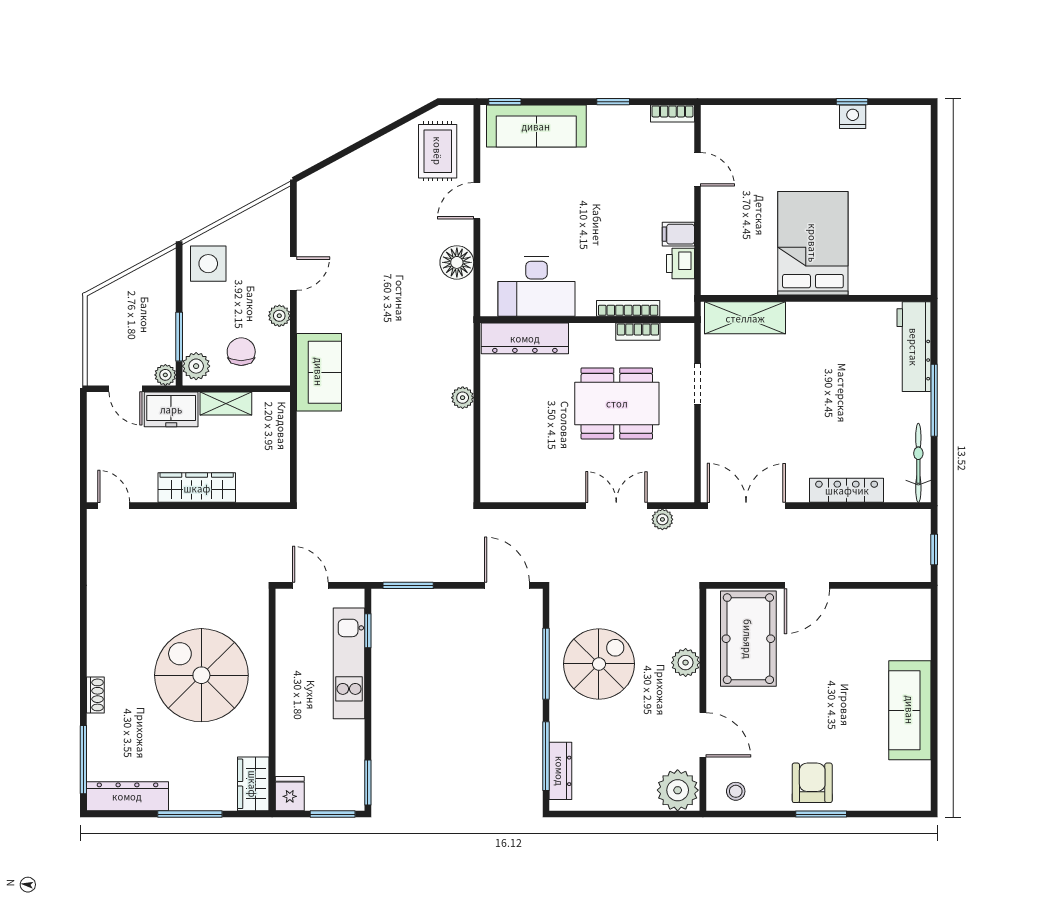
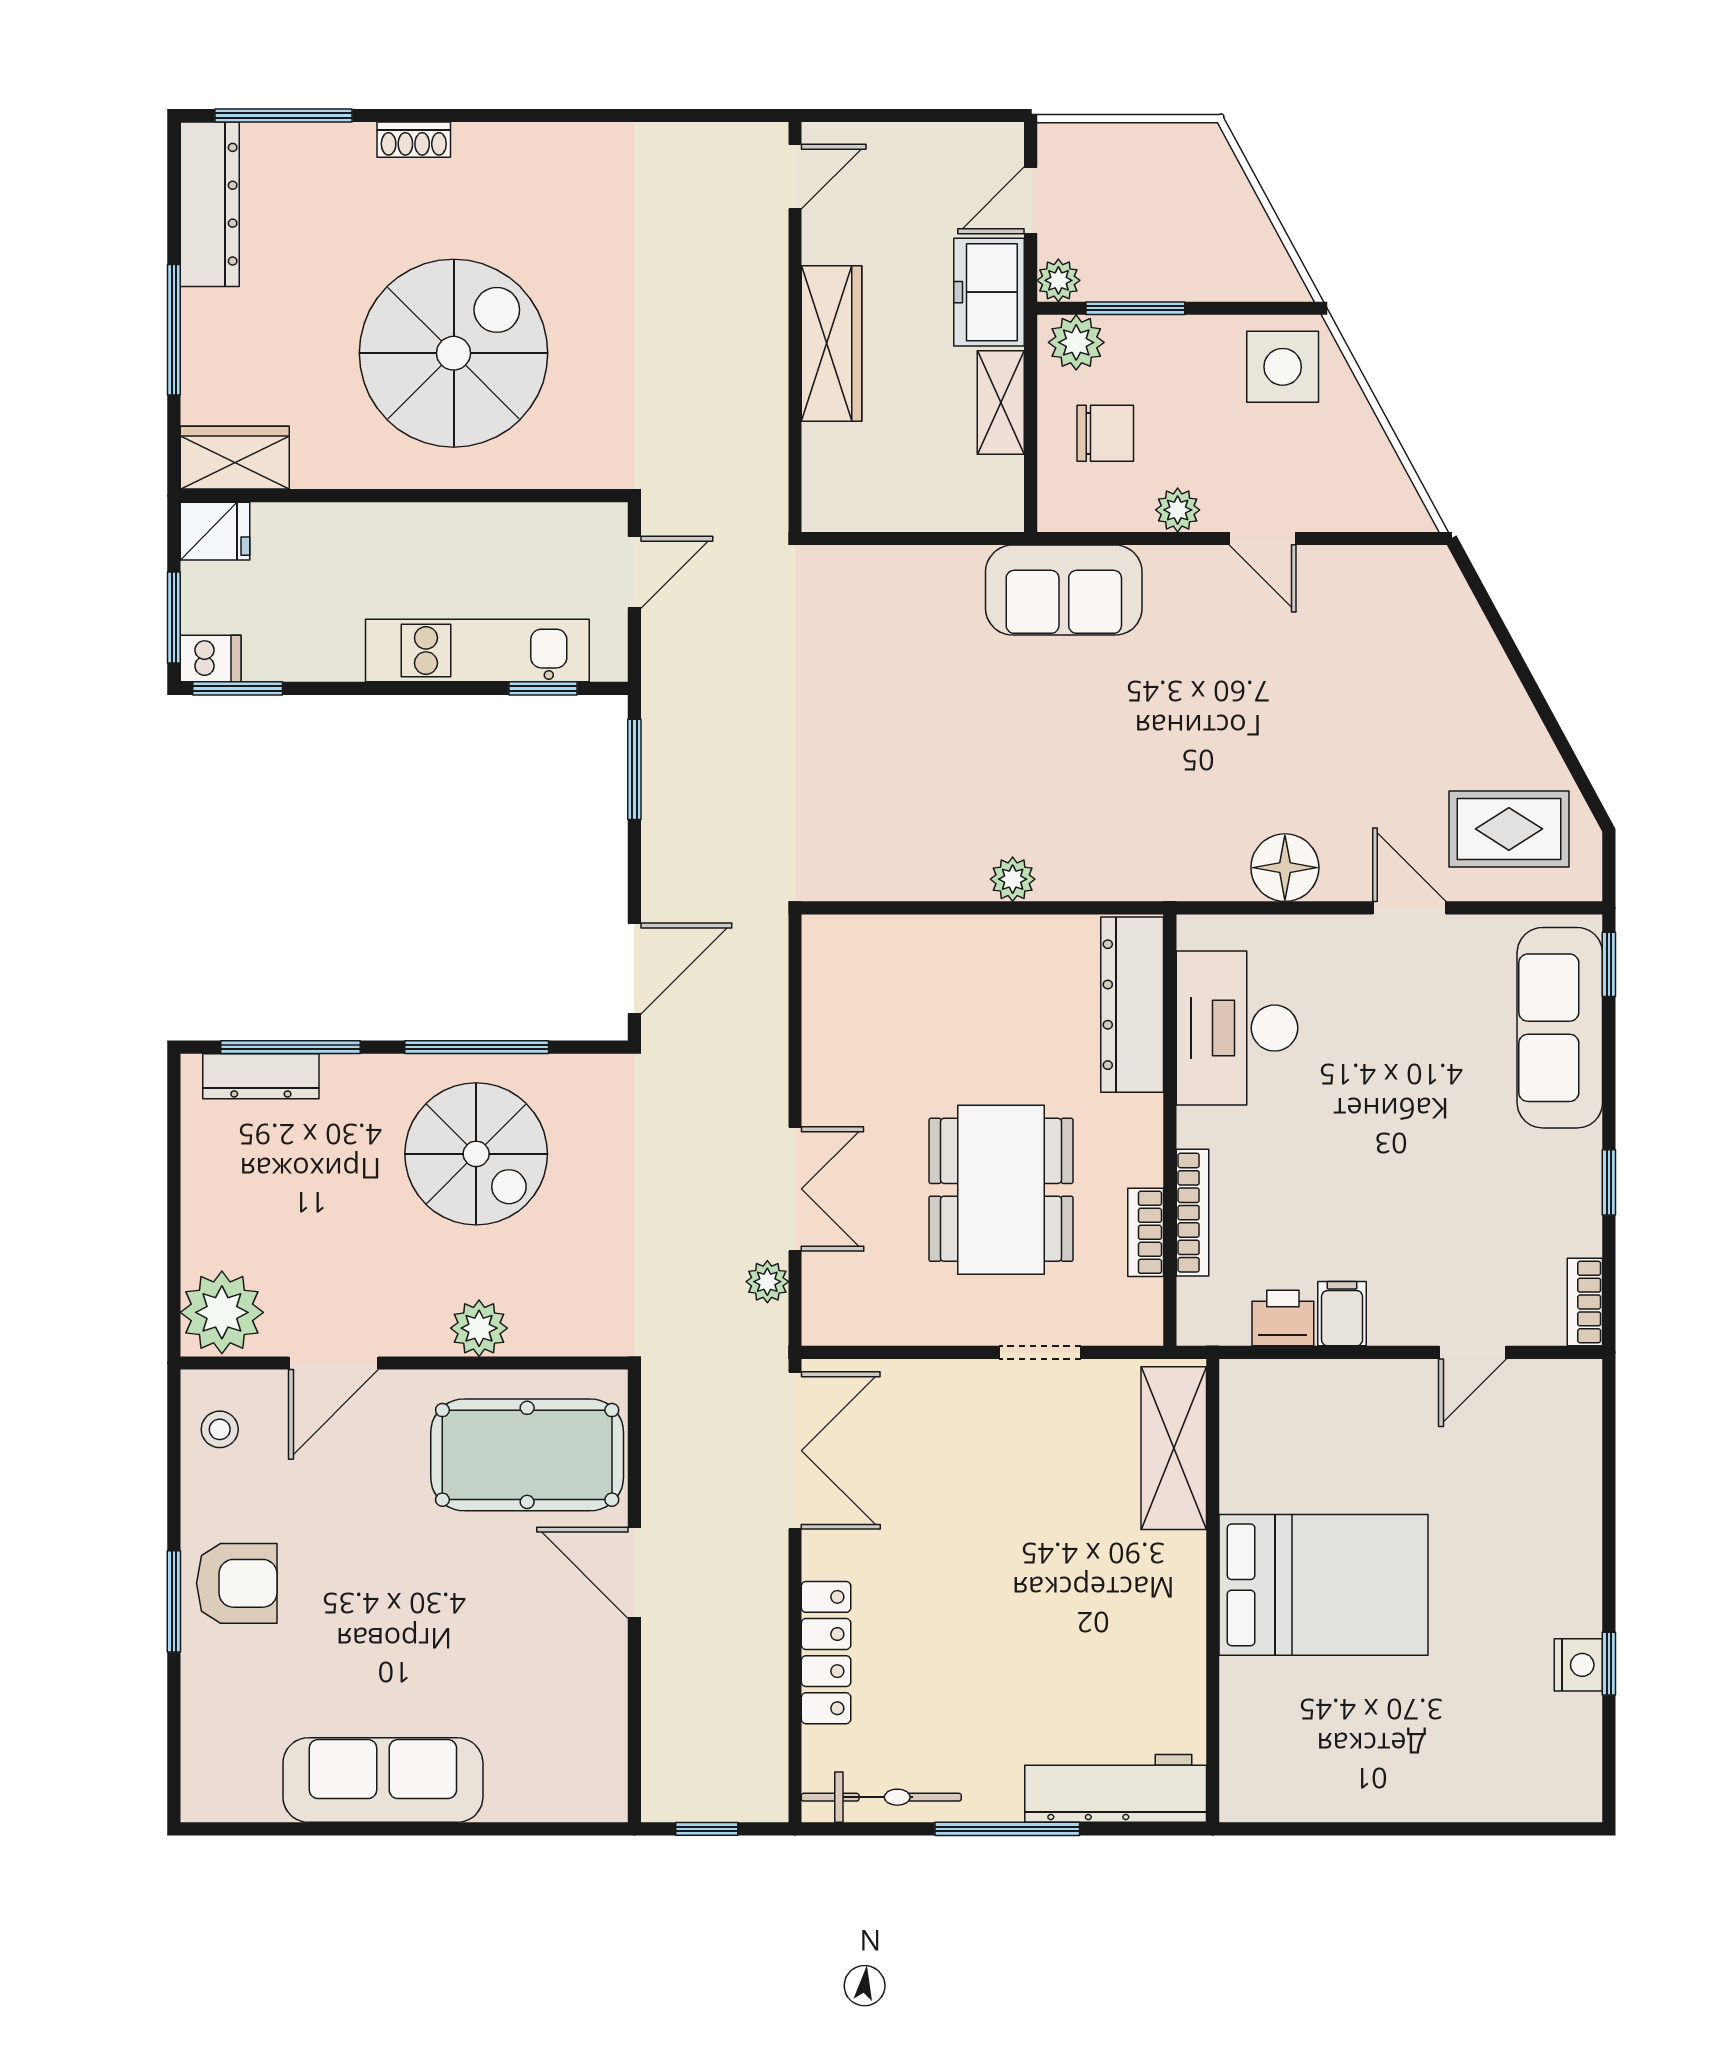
dishwasher: (353, 796) -> (211, 658), added

